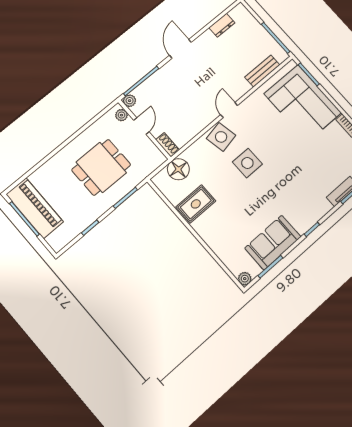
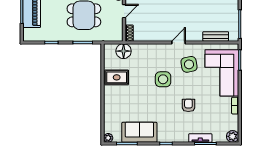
side table: (221, 137) -> (189, 64), moved
armchair: (299, 167) -> (188, 105), added

